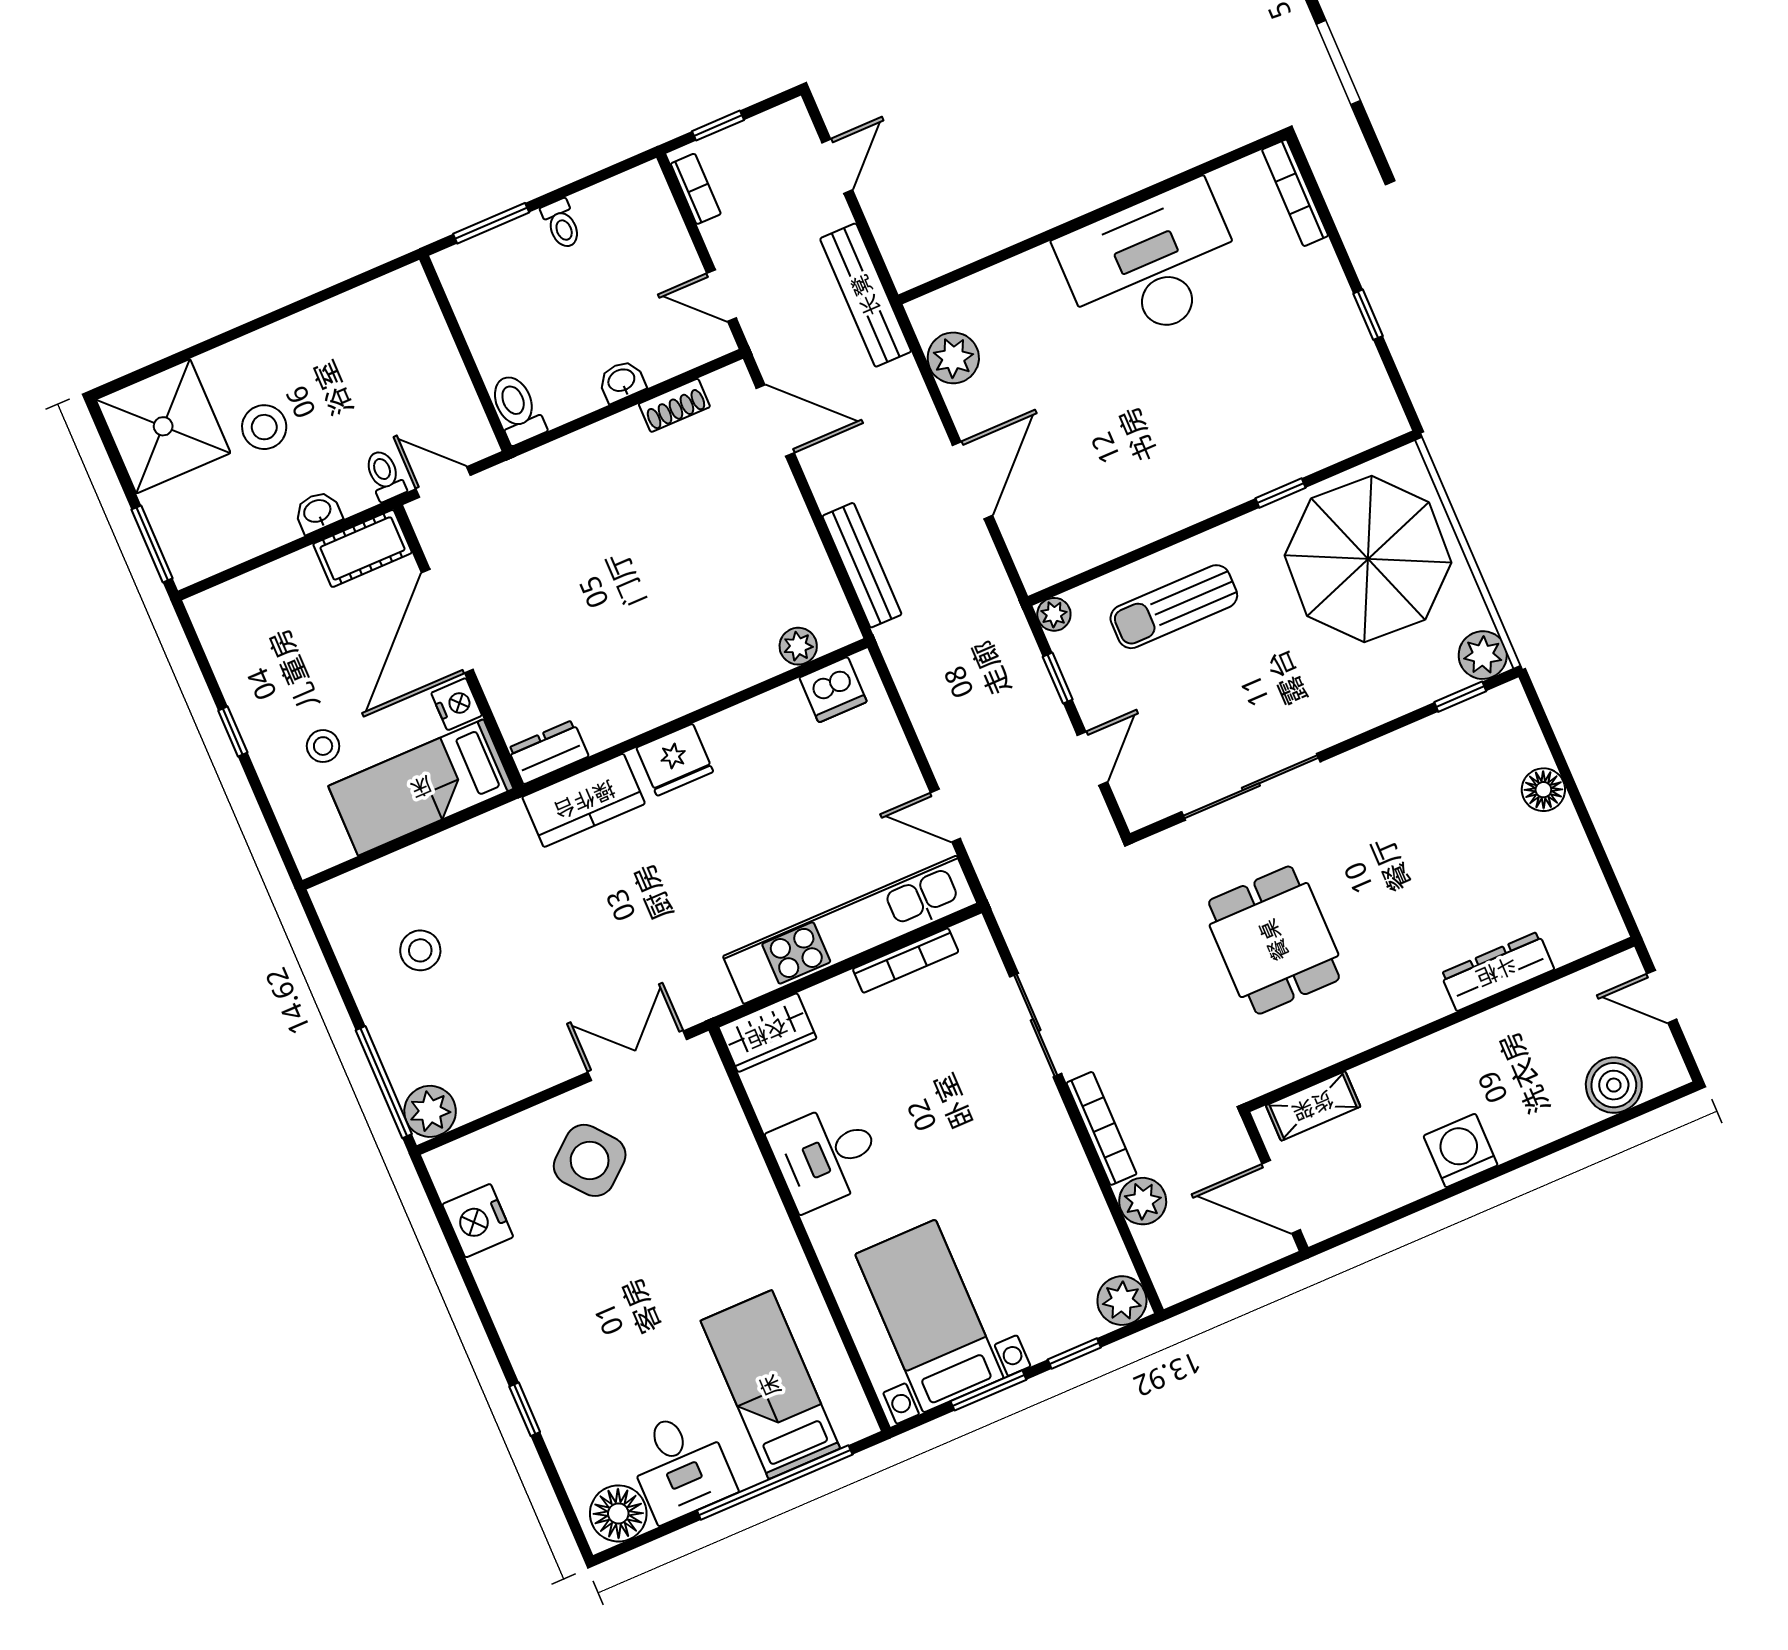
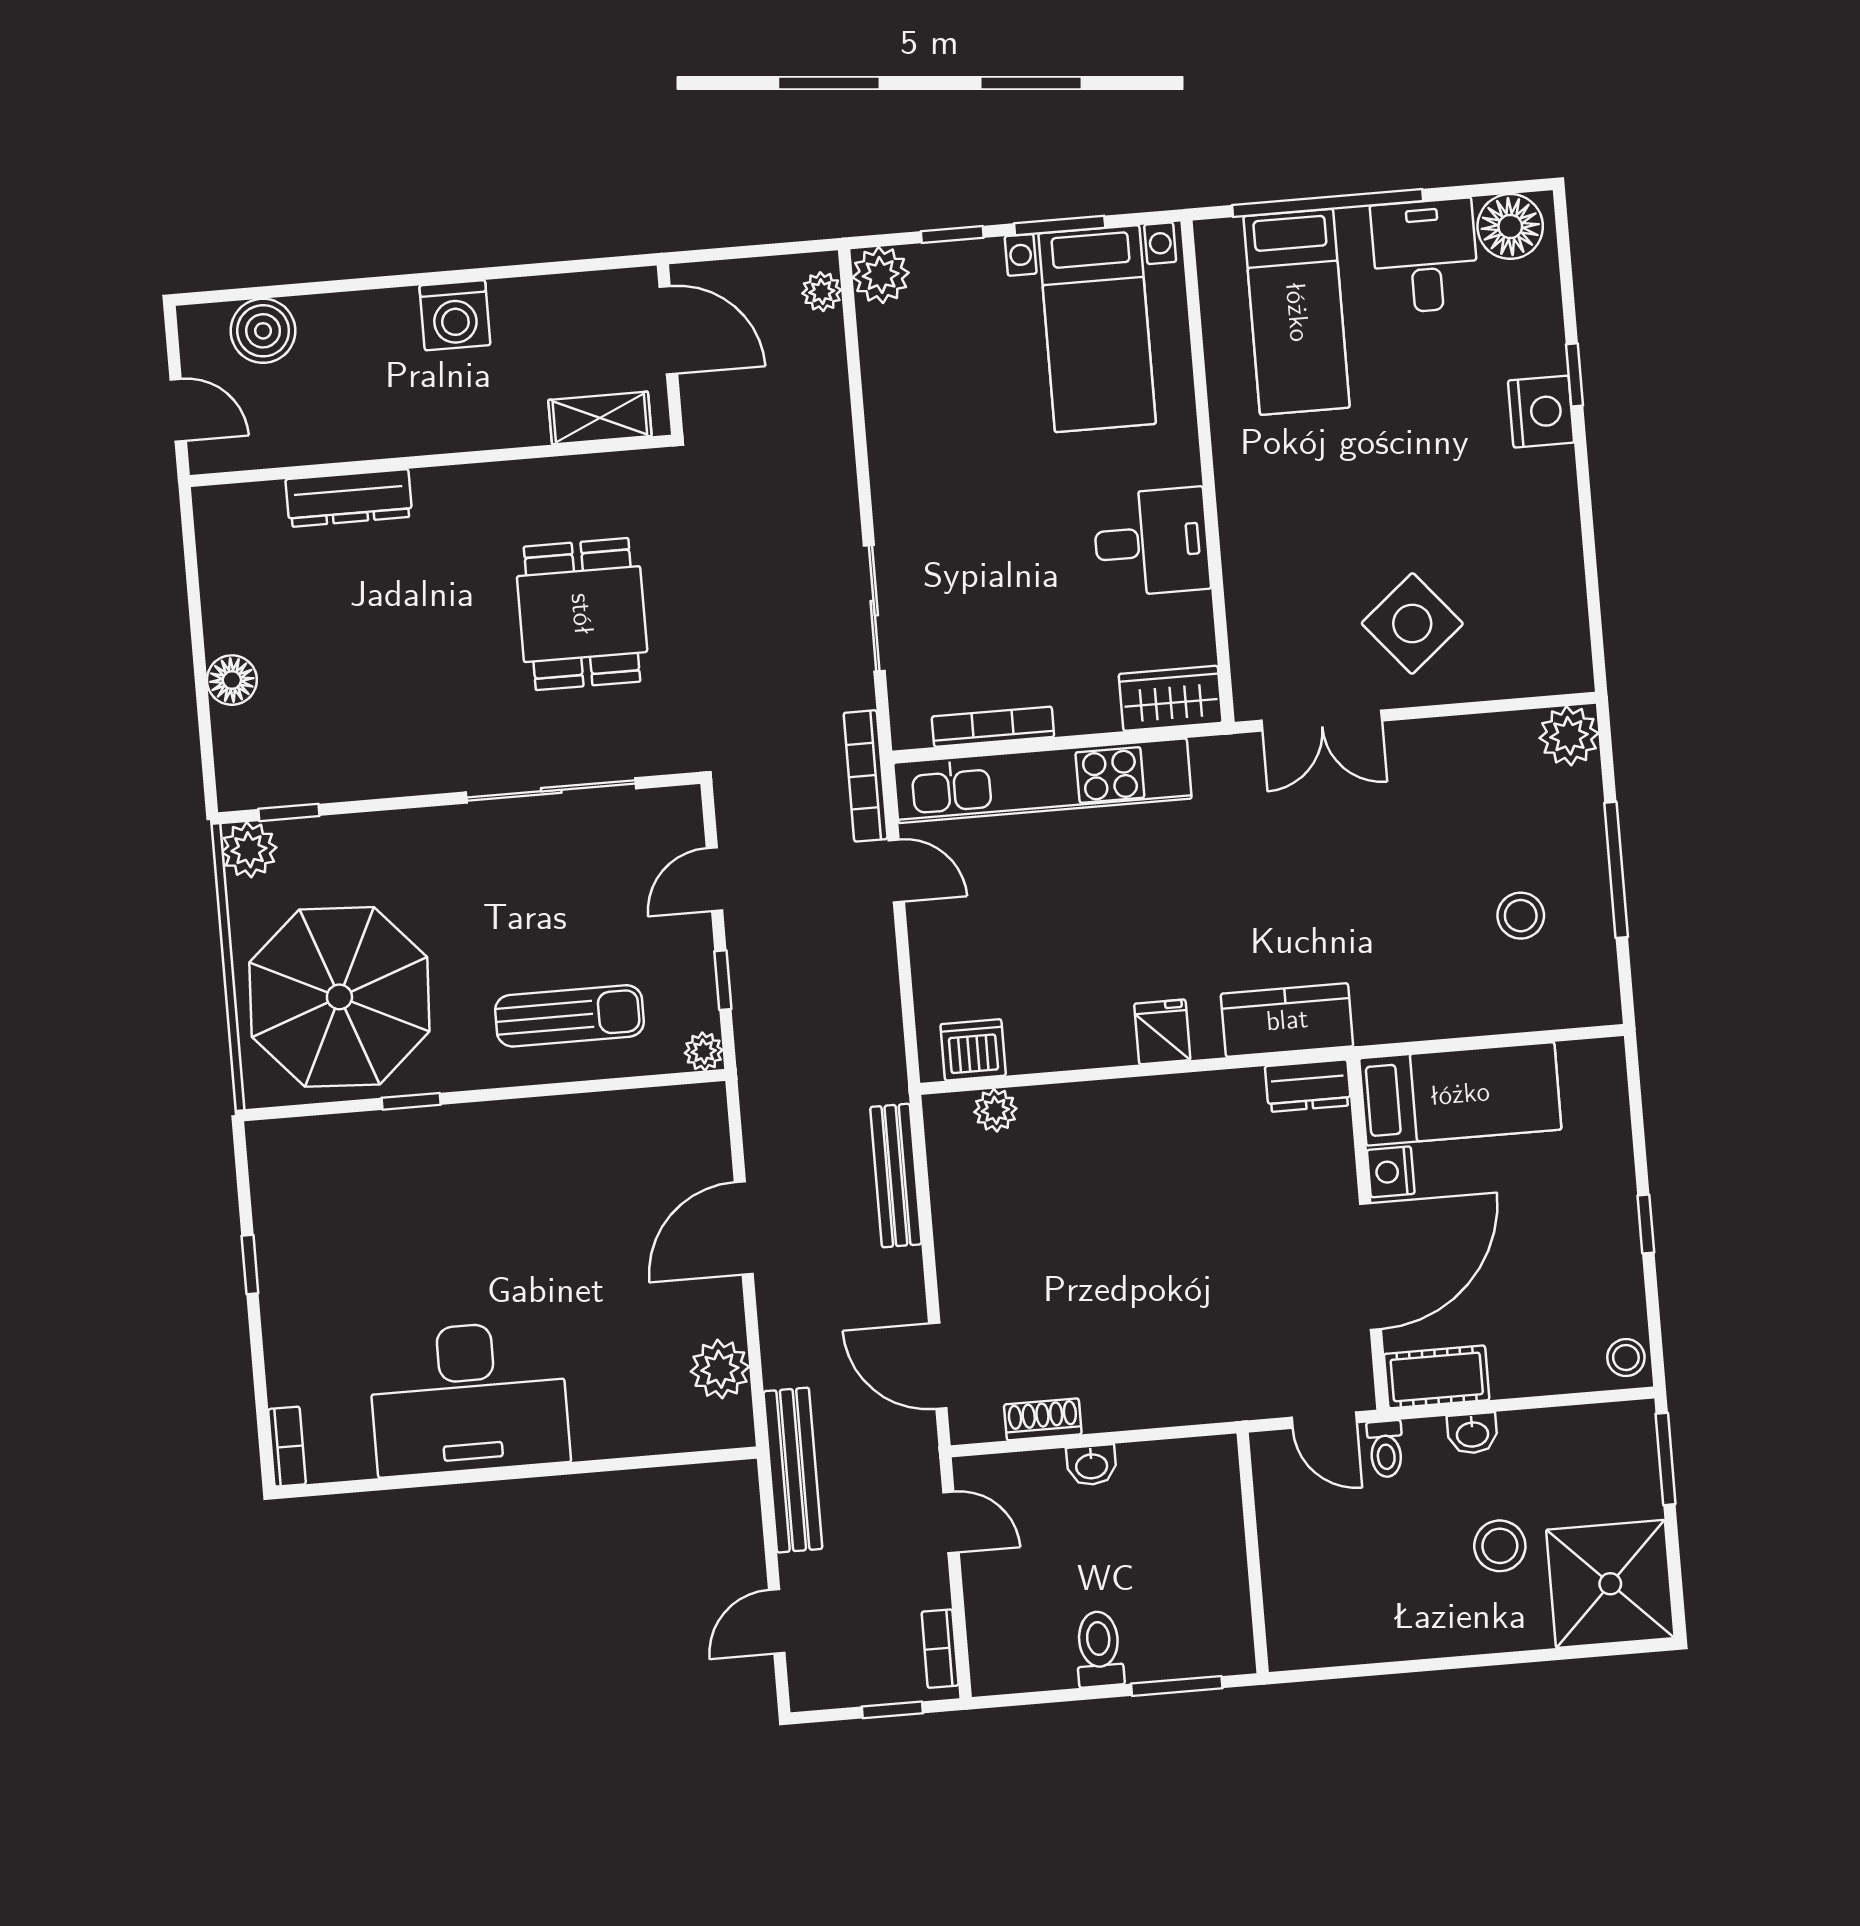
bookcase: (1295, 193) -> (287, 1447), width x0.64
toilet: (561, 224) -> (1099, 1649), width x1.37, depth x1.39
toilet: (517, 409) -> (1217, 1474), removed
stool: (323, 746) -> (1626, 1358), moved
fridge: (675, 760) -> (1162, 1032), width x0.72
window: (384, 1082) -> (1616, 870), moved
bookcase: (1102, 1128) -> (866, 776), moved
plant: (1143, 1201) -> (822, 292), moved, width x0.73, depth x0.73
nightstand: (478, 1221) -> (1541, 412), moved

